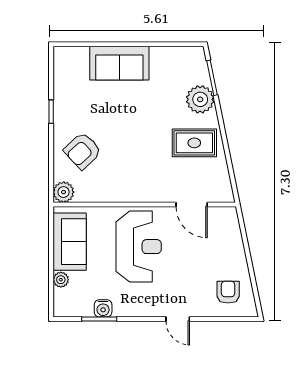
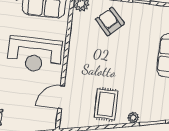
plant: (200, 99) -> (133, 118), width x0.53, depth x0.53

